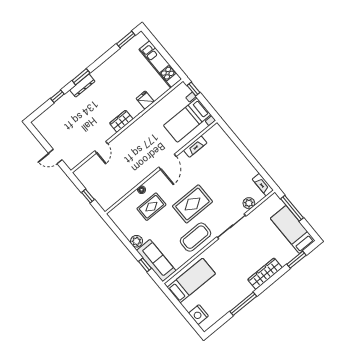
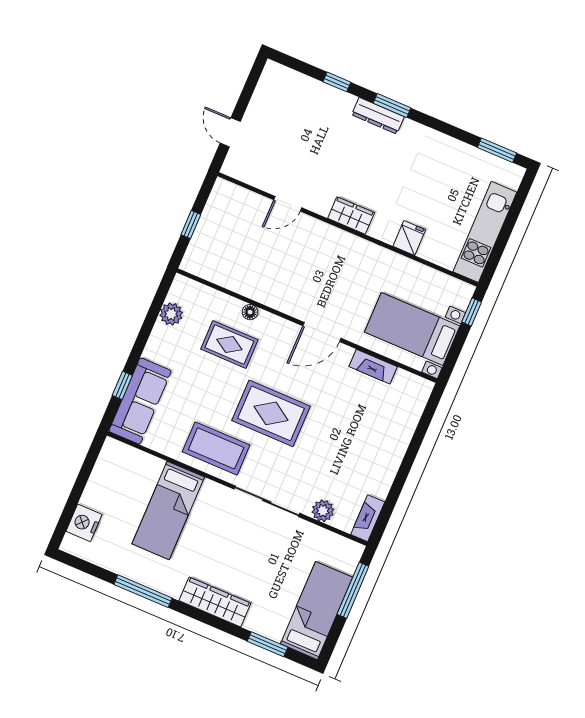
plant: (137, 241) -> (171, 314), moved
bed: (191, 281) -> (168, 510), moved, turned 90

